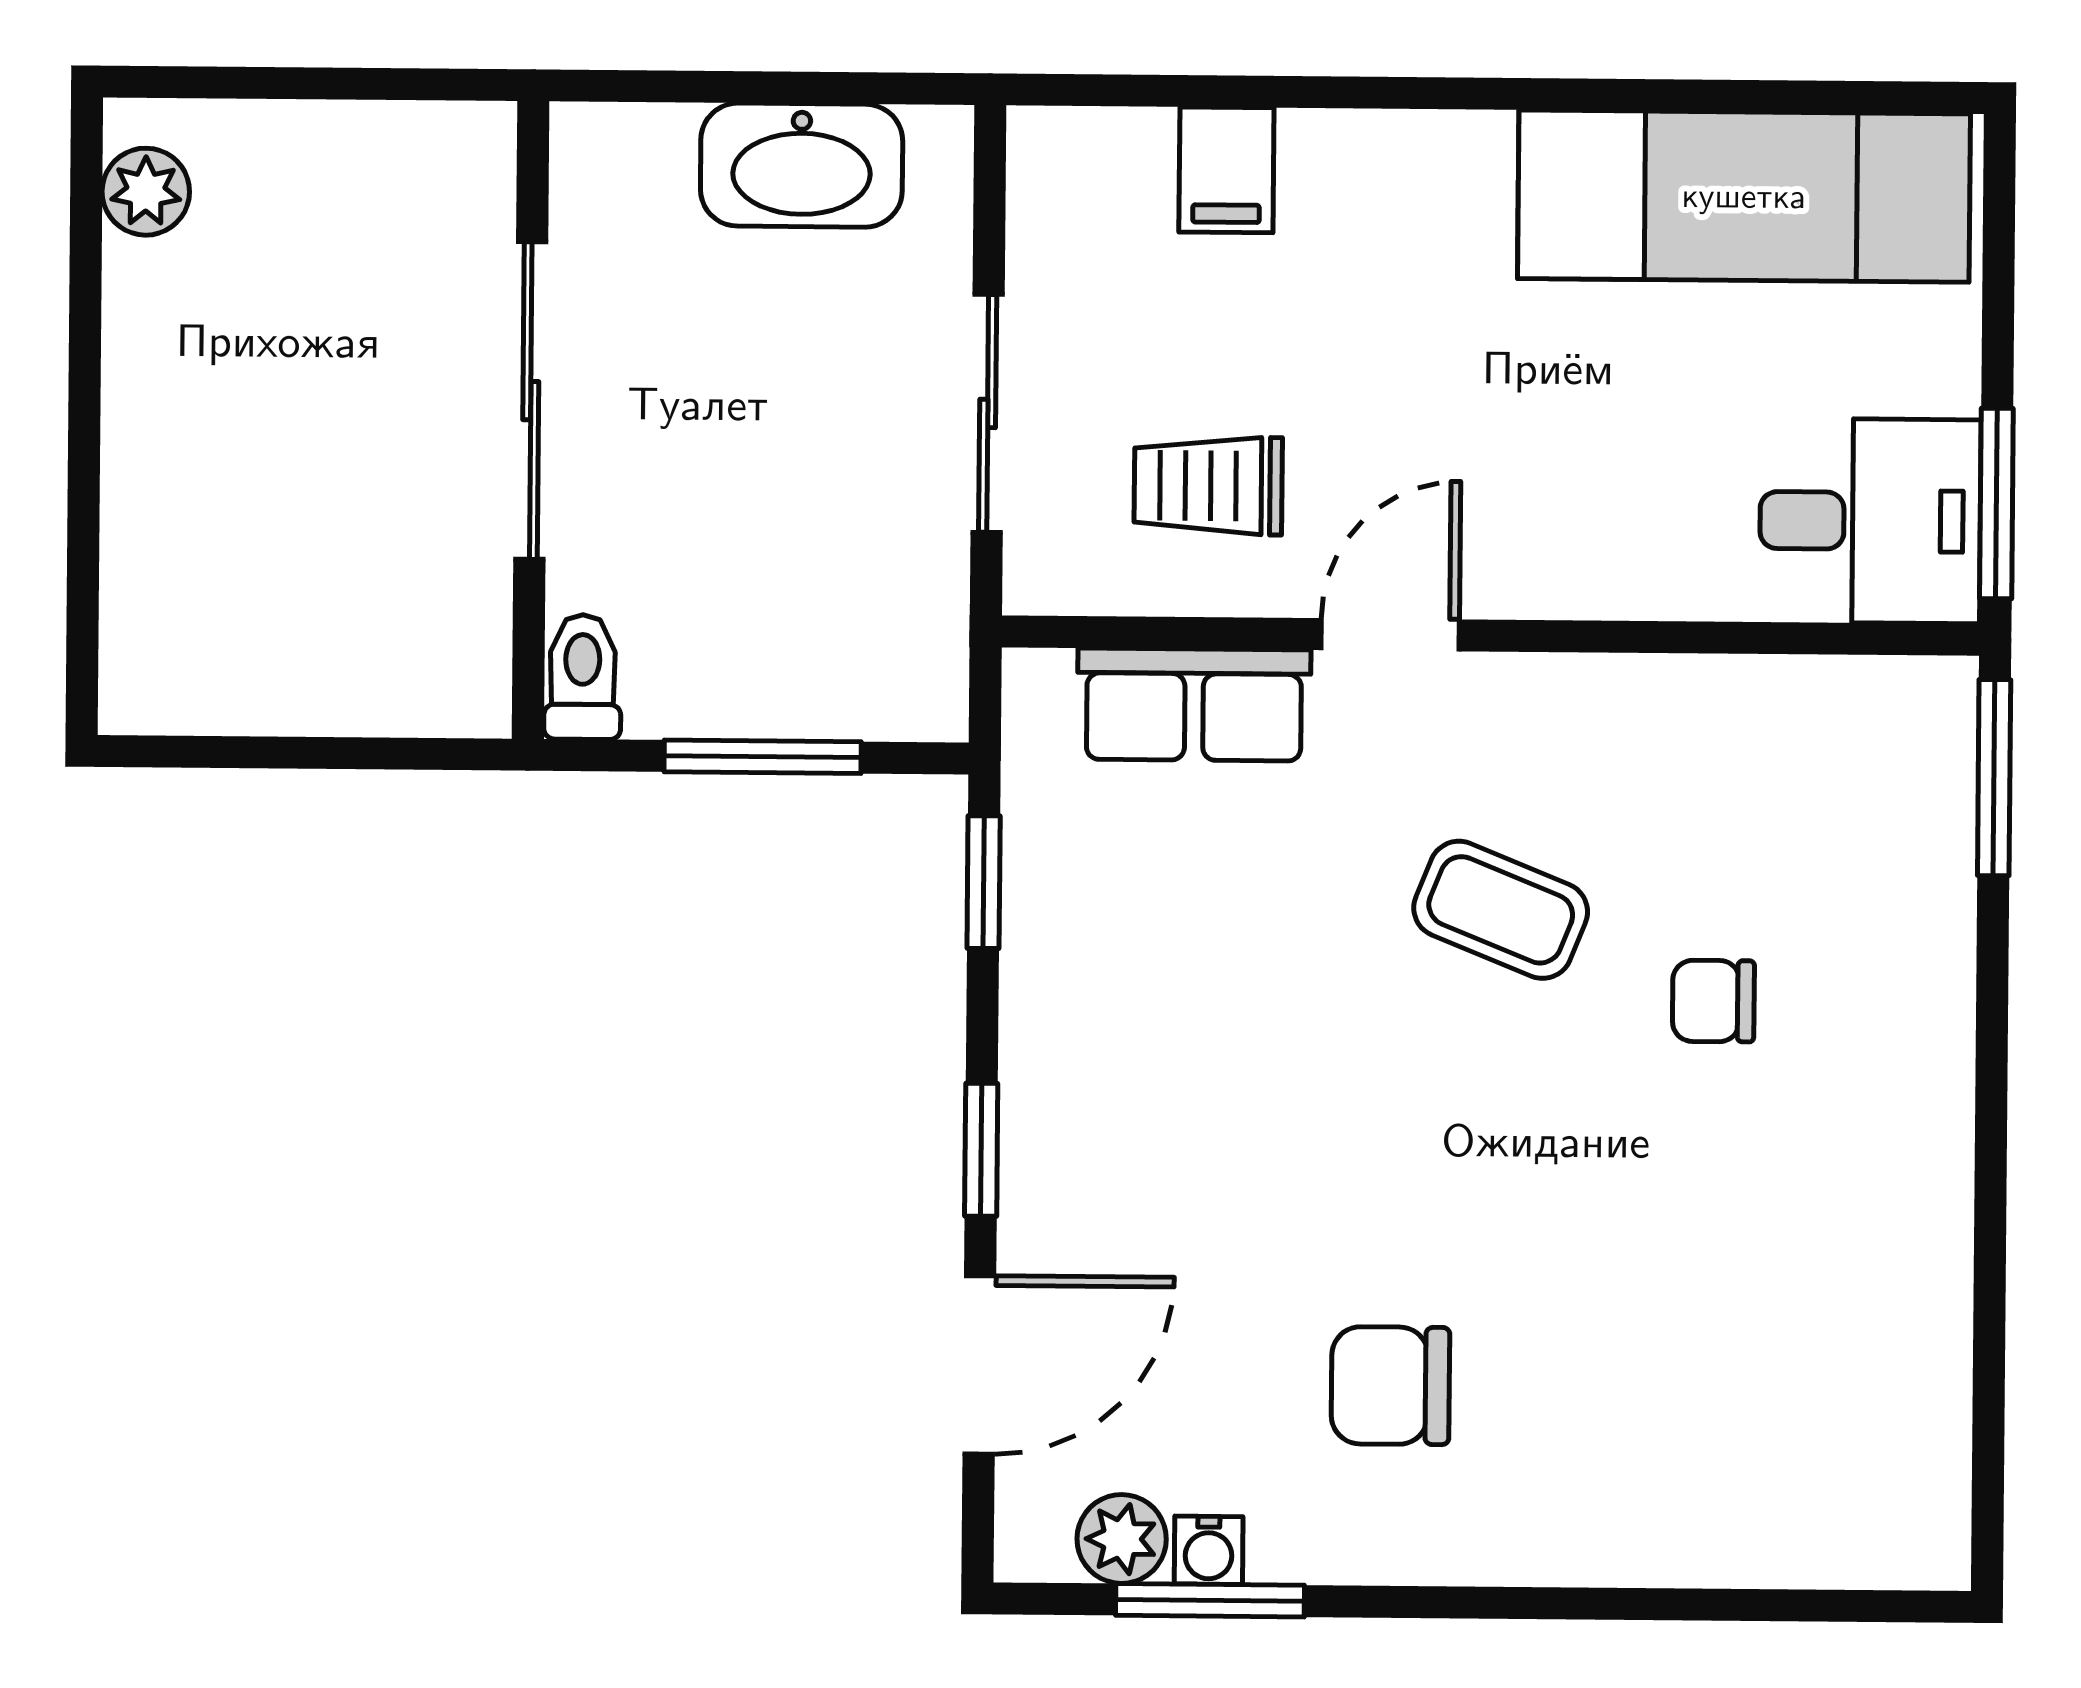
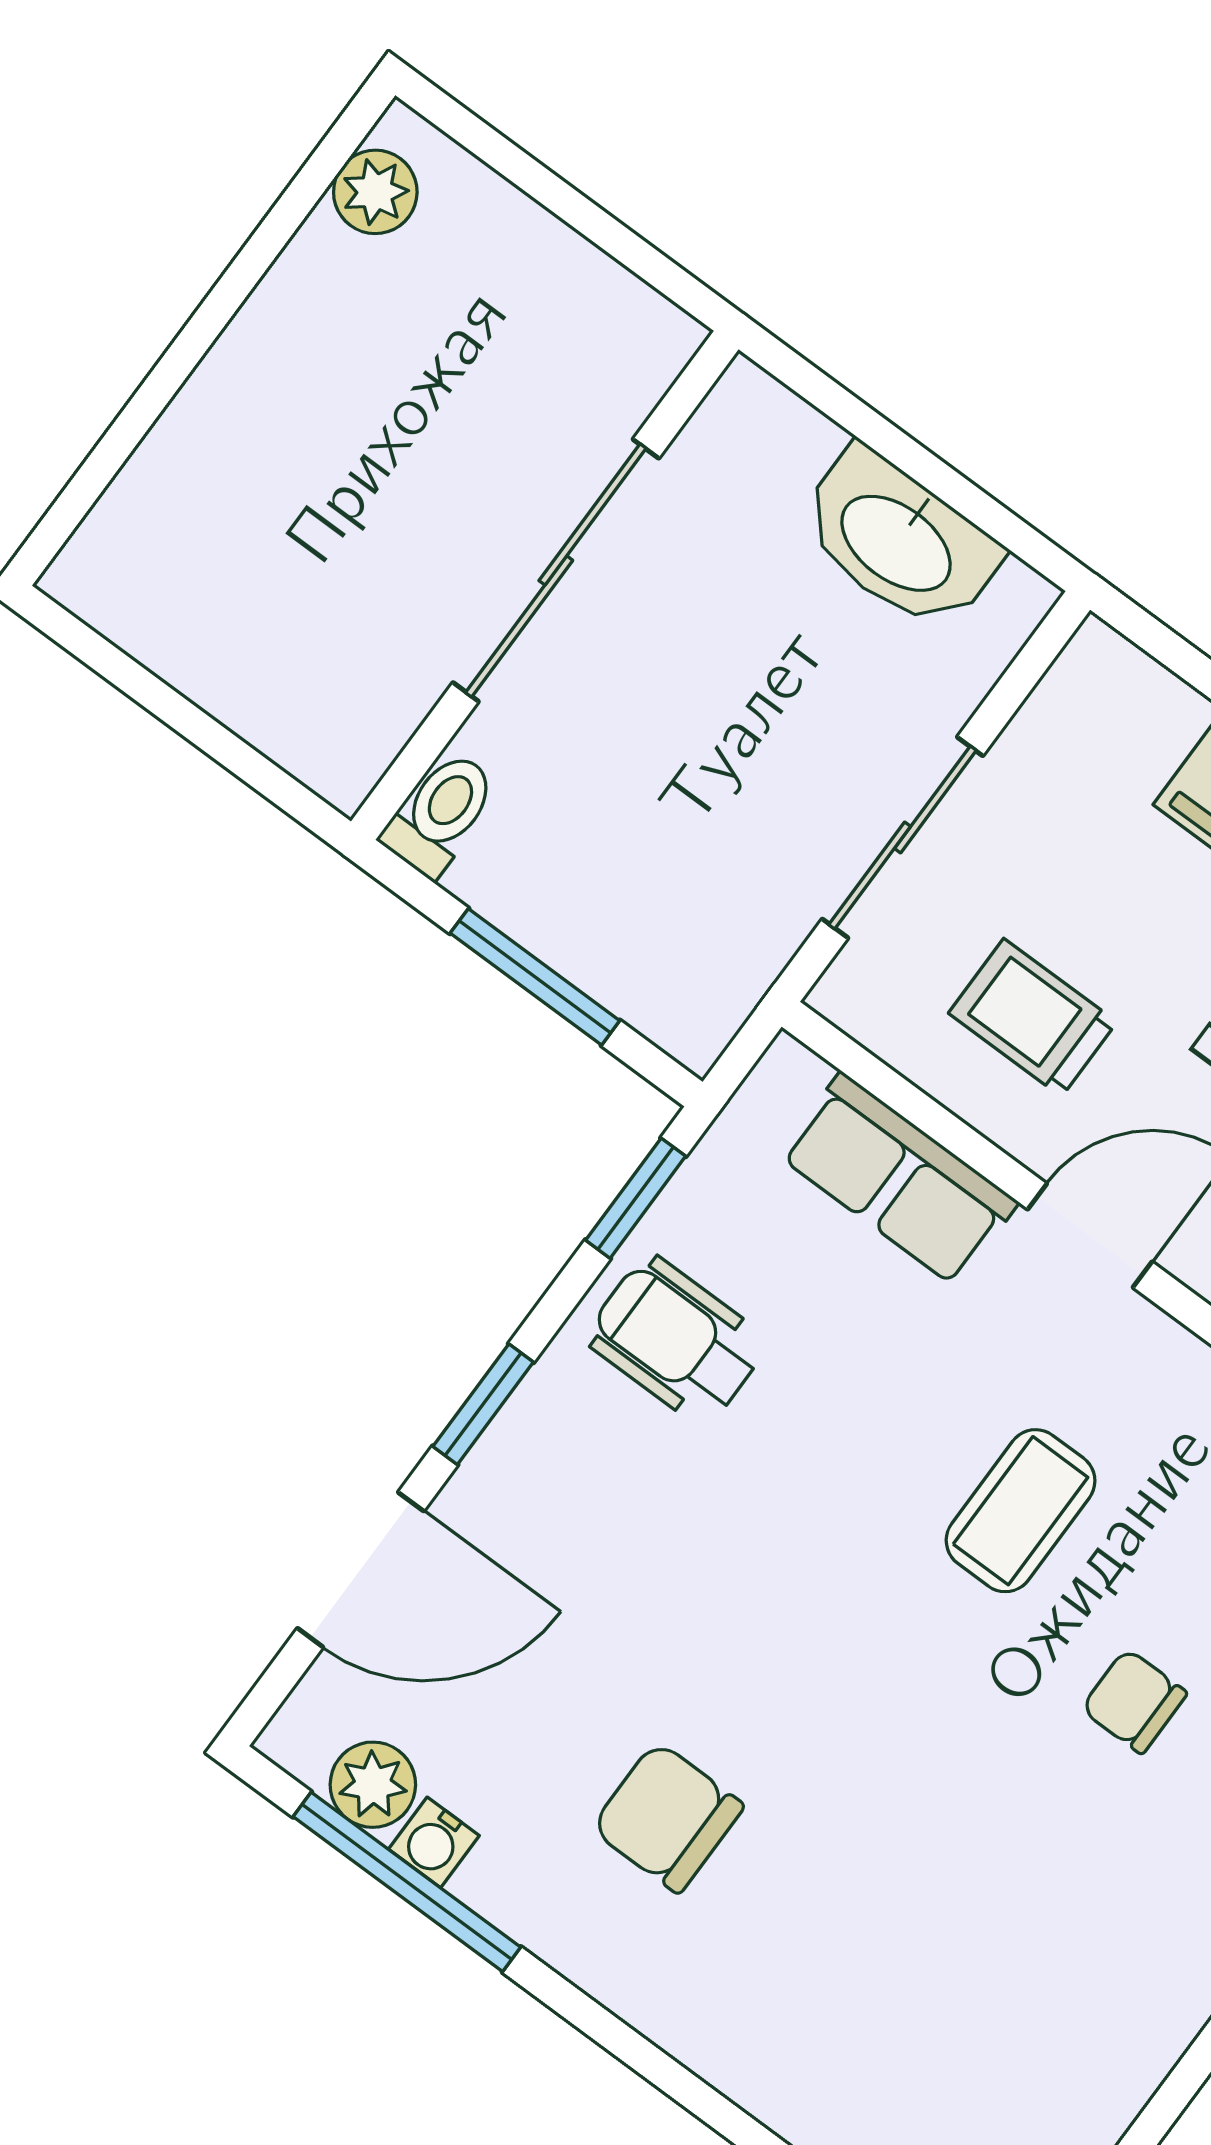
coffee table: (1501, 910) -> (1021, 1511), turned 68
wheelchair: (1105, 977) -> (676, 1340), added
window: (1210, 1600) -> (407, 1882), width x1.44

